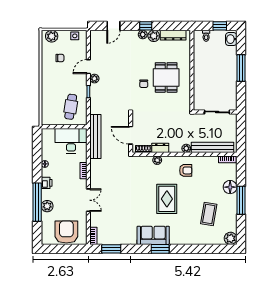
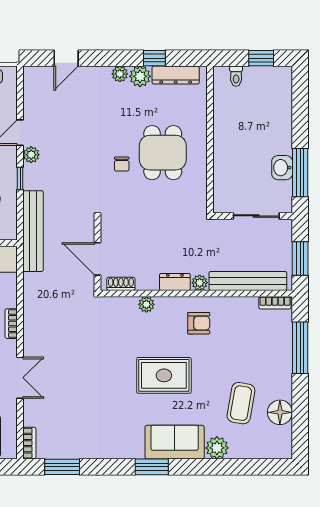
window: (146, 26) -> (154, 58), moved
washbasin: (231, 39) -> (282, 168), moved
window: (241, 68) -> (300, 173), moved
window: (241, 135) -> (300, 259), added
bench: (95, 136) -> (33, 231), moved
dresser: (160, 148) -> (175, 282), moved
floor lamp: (230, 187) -> (280, 412), moved
rug: (167, 199) -> (164, 375), turned 90
window: (241, 200) -> (300, 348), moved
sofa: (153, 235) -> (175, 442), moved
plant: (231, 238) -> (217, 448), moved

